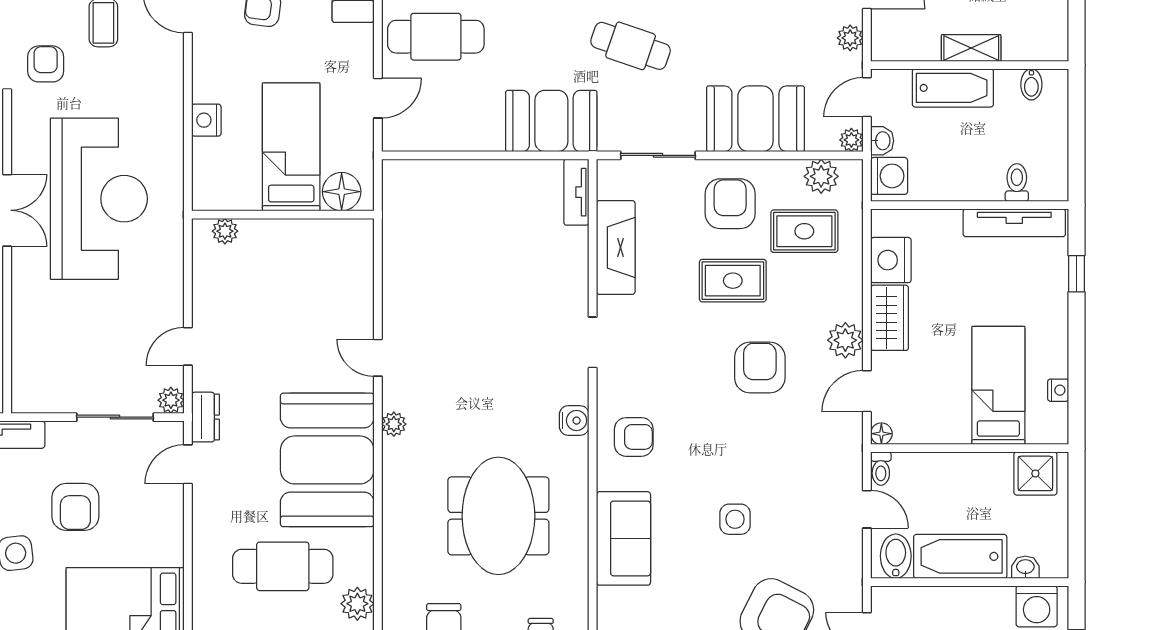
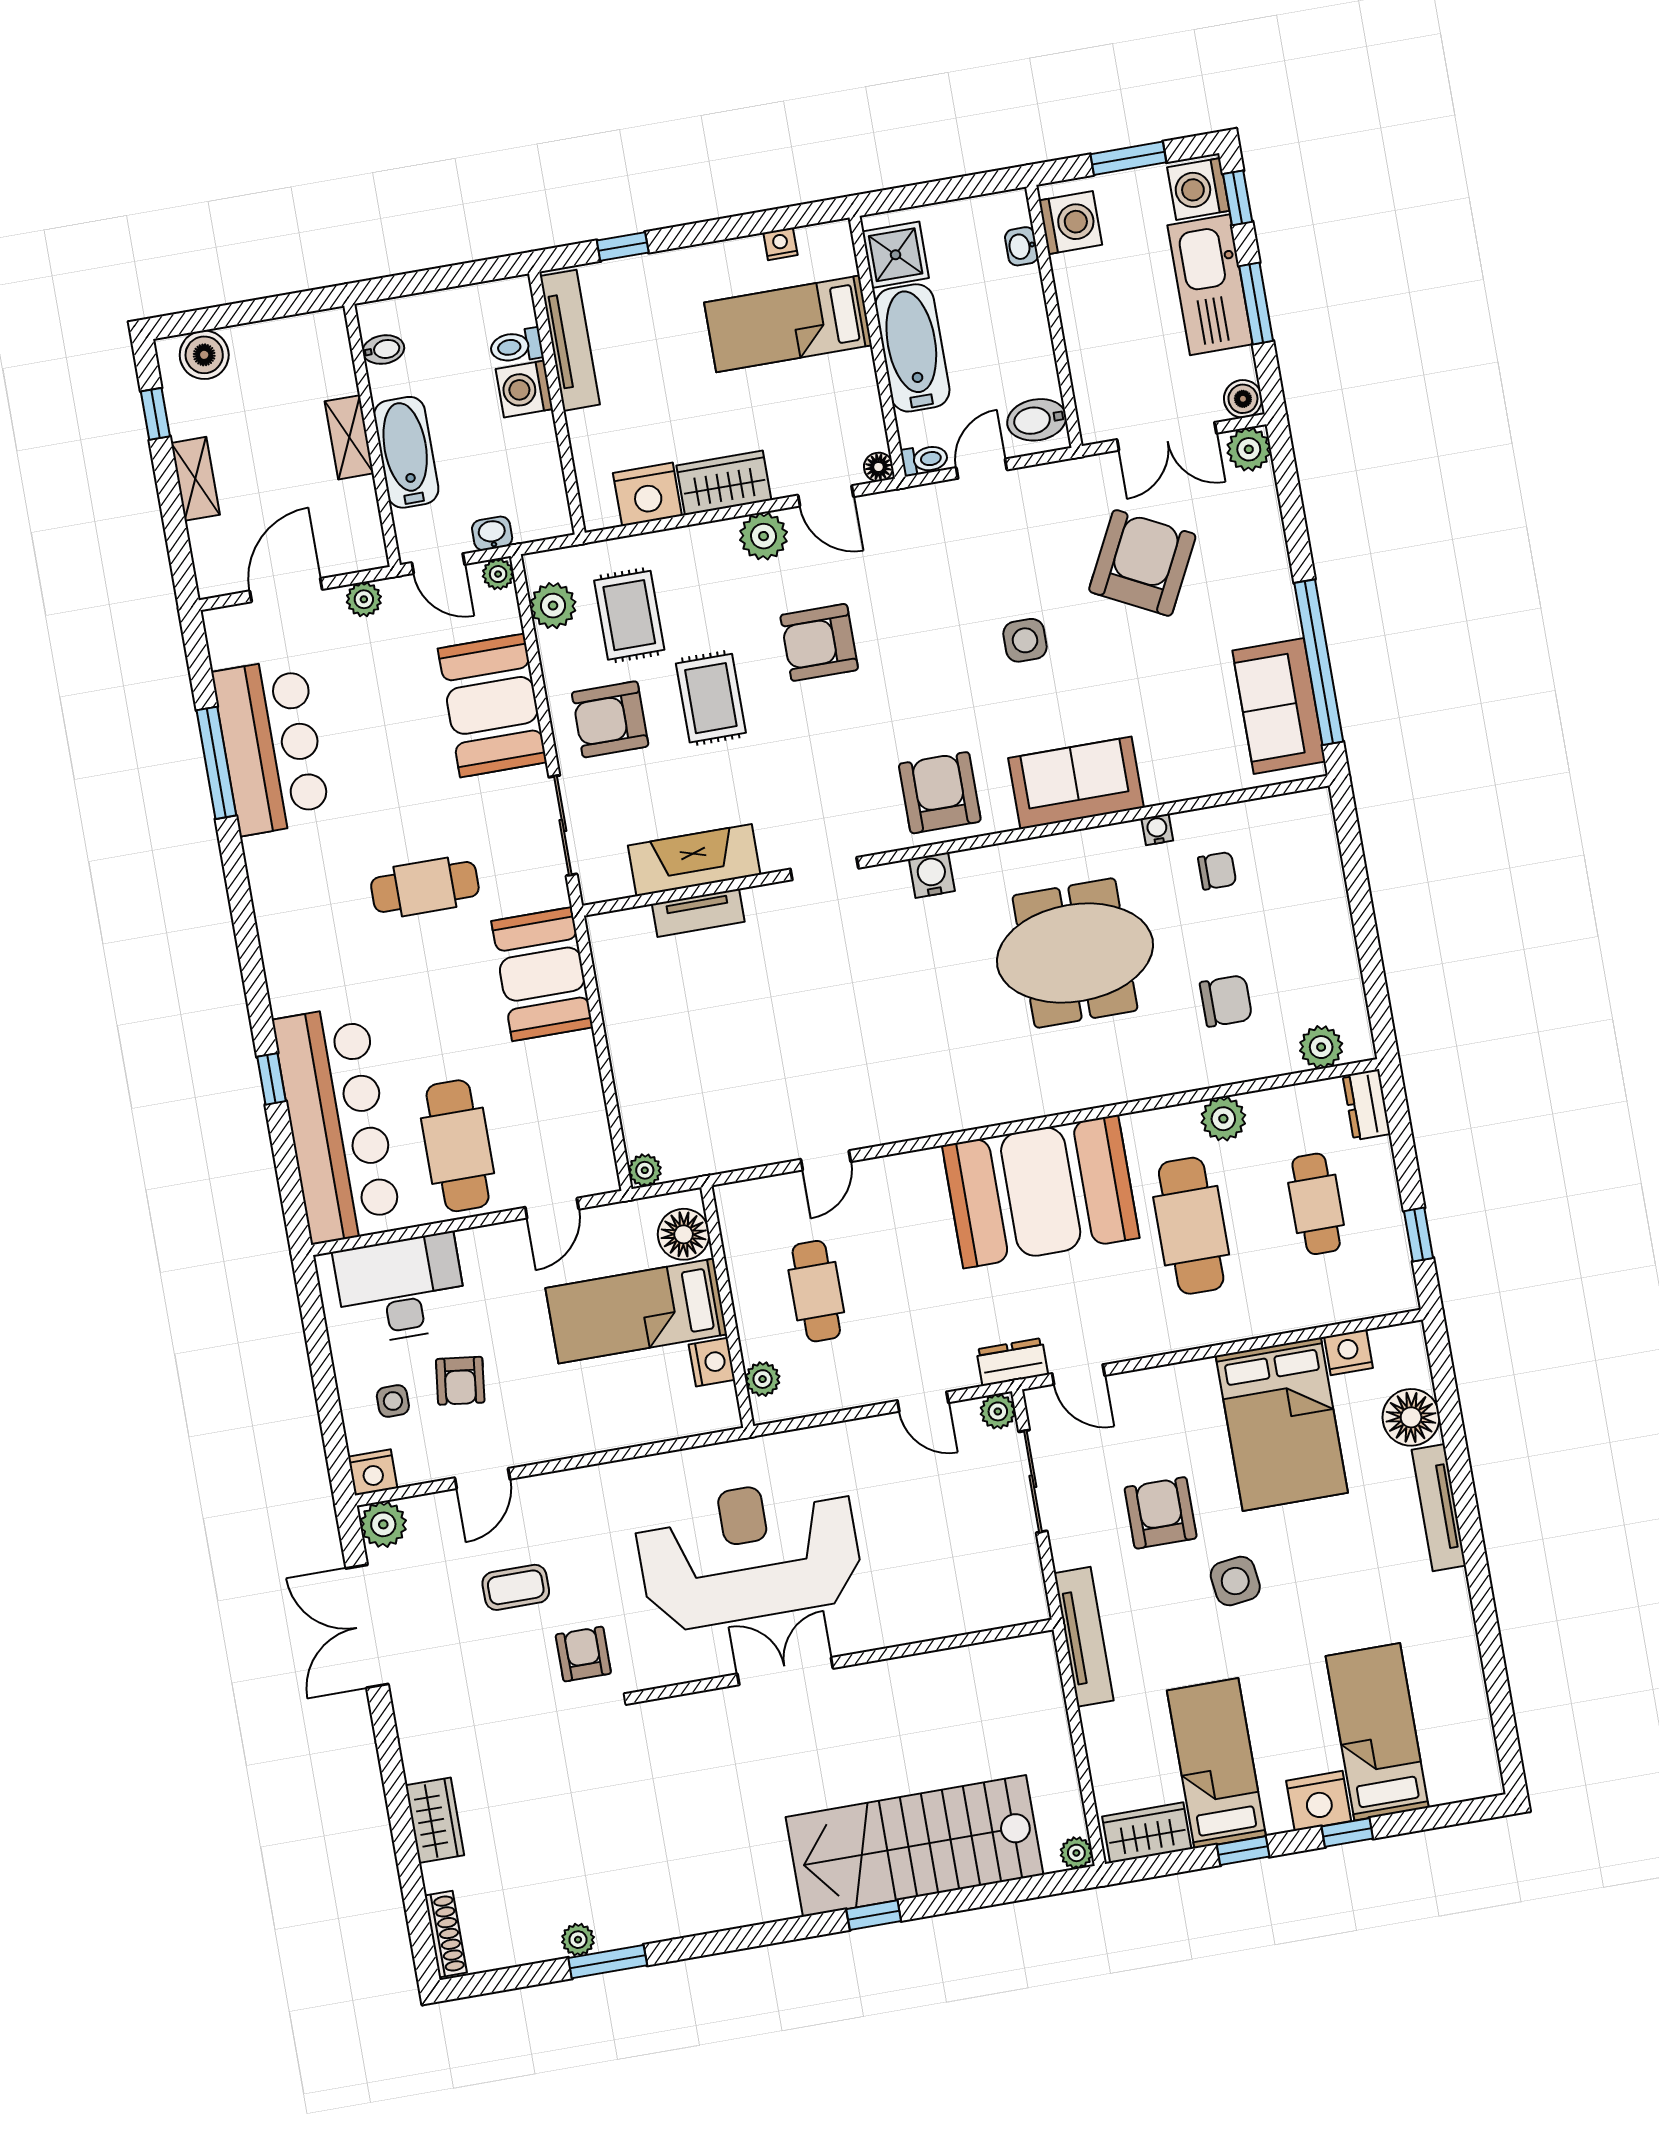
cafe table: (631, 46) -> (425, 887), turned 71
armchair: (46, 64) -> (583, 1654), turned 90
door: (378, 98) -> (552, 1208), swing flipped
nightstand: (206, 120) -> (712, 1362), moved, turned -90
washing machine: (889, 176) -> (524, 389), moved, turned -90
tv unit: (576, 192) -> (698, 913), moved
cafe table: (283, 282) -> (816, 1291), added
door: (378, 358) -> (826, 1160), moved
plant: (394, 424) -> (645, 1170), moved
armchair: (634, 437) -> (940, 793), width x1.38, depth x1.38
armchair: (75, 507) -> (1161, 1513), turned -90
bathtub: (960, 556) -> (912, 348), moved, turned 180
water cooler: (579, 592) -> (1157, 829), added

